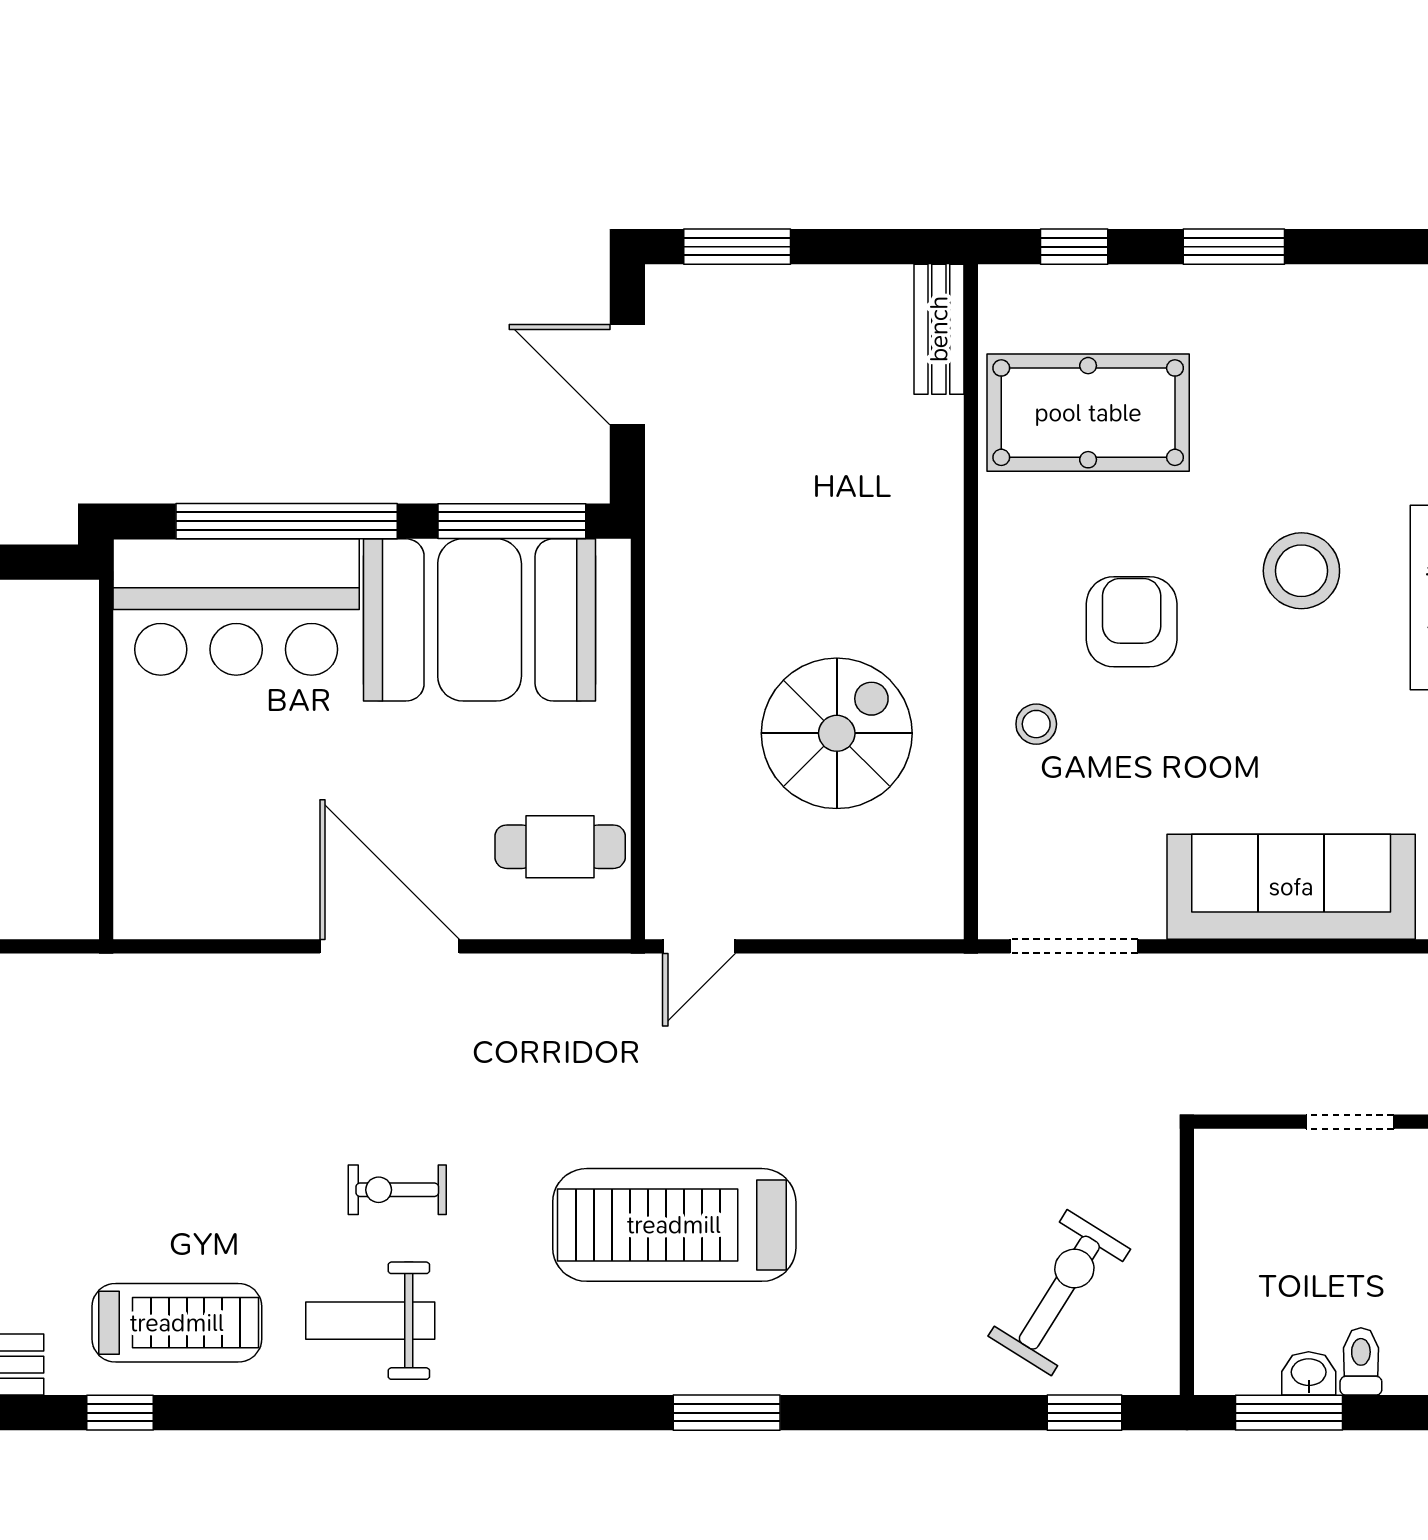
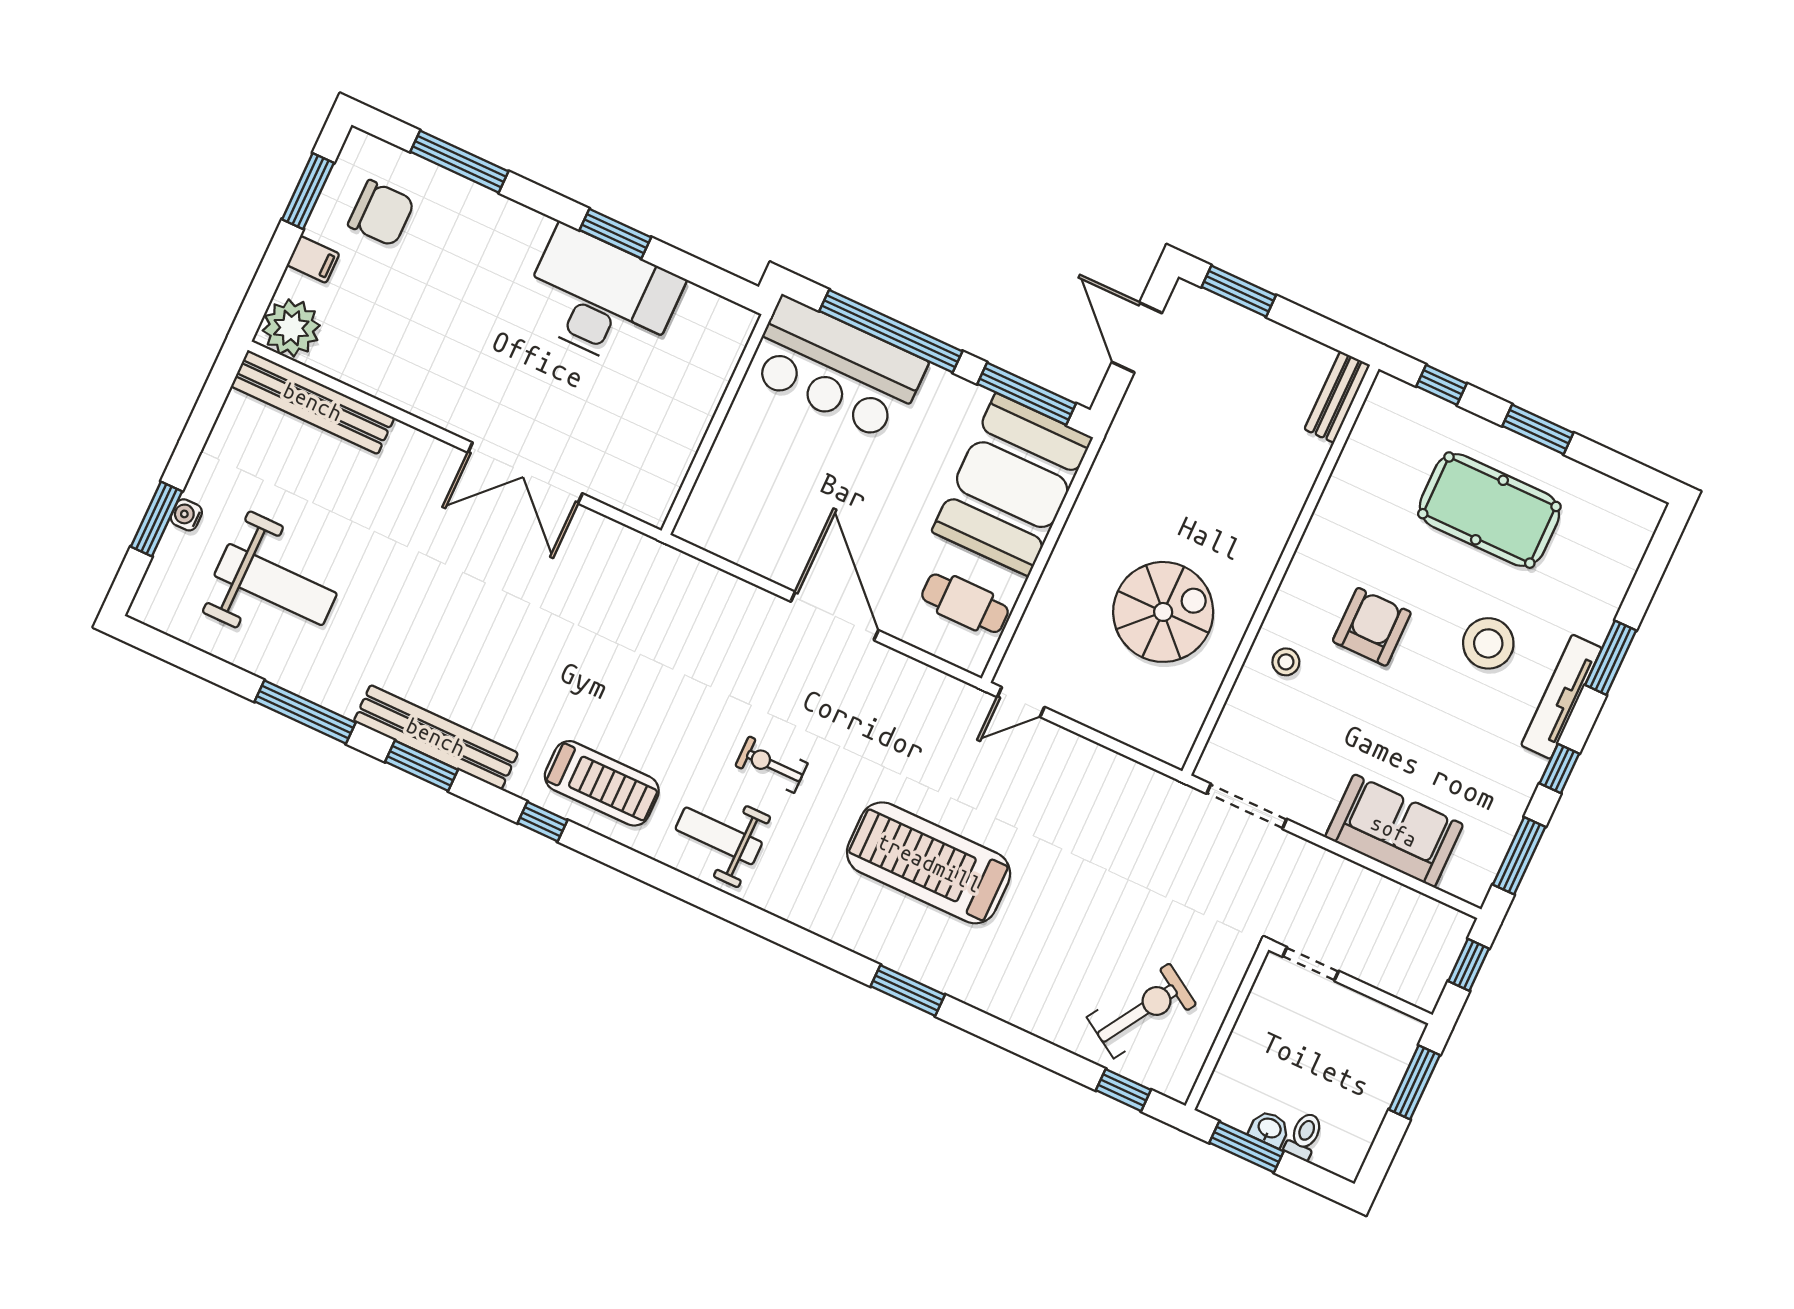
pool table: (1088, 413) -> (1489, 510), moved
booth: (480, 620) -> (1012, 485), moved, turned 90
sofa: (1291, 887) -> (1394, 831), width x0.73
doorway: (1350, 1122) -> (1311, 964), moved

